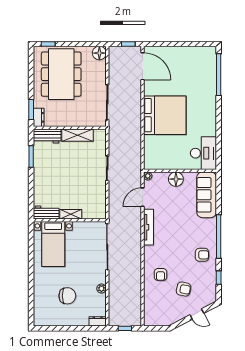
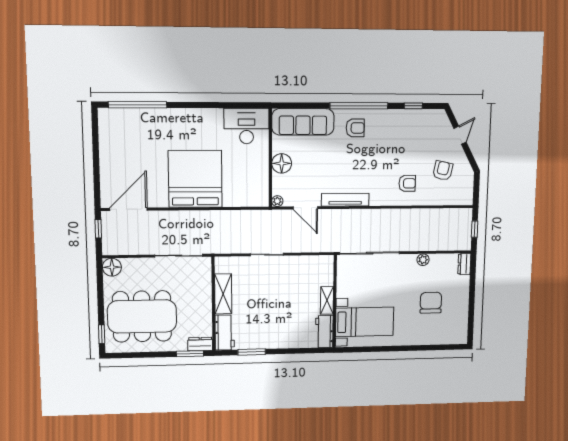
armchair: (202, 255) -> (355, 128), moved, turned 90
armchair: (184, 289) -> (443, 171), moved

